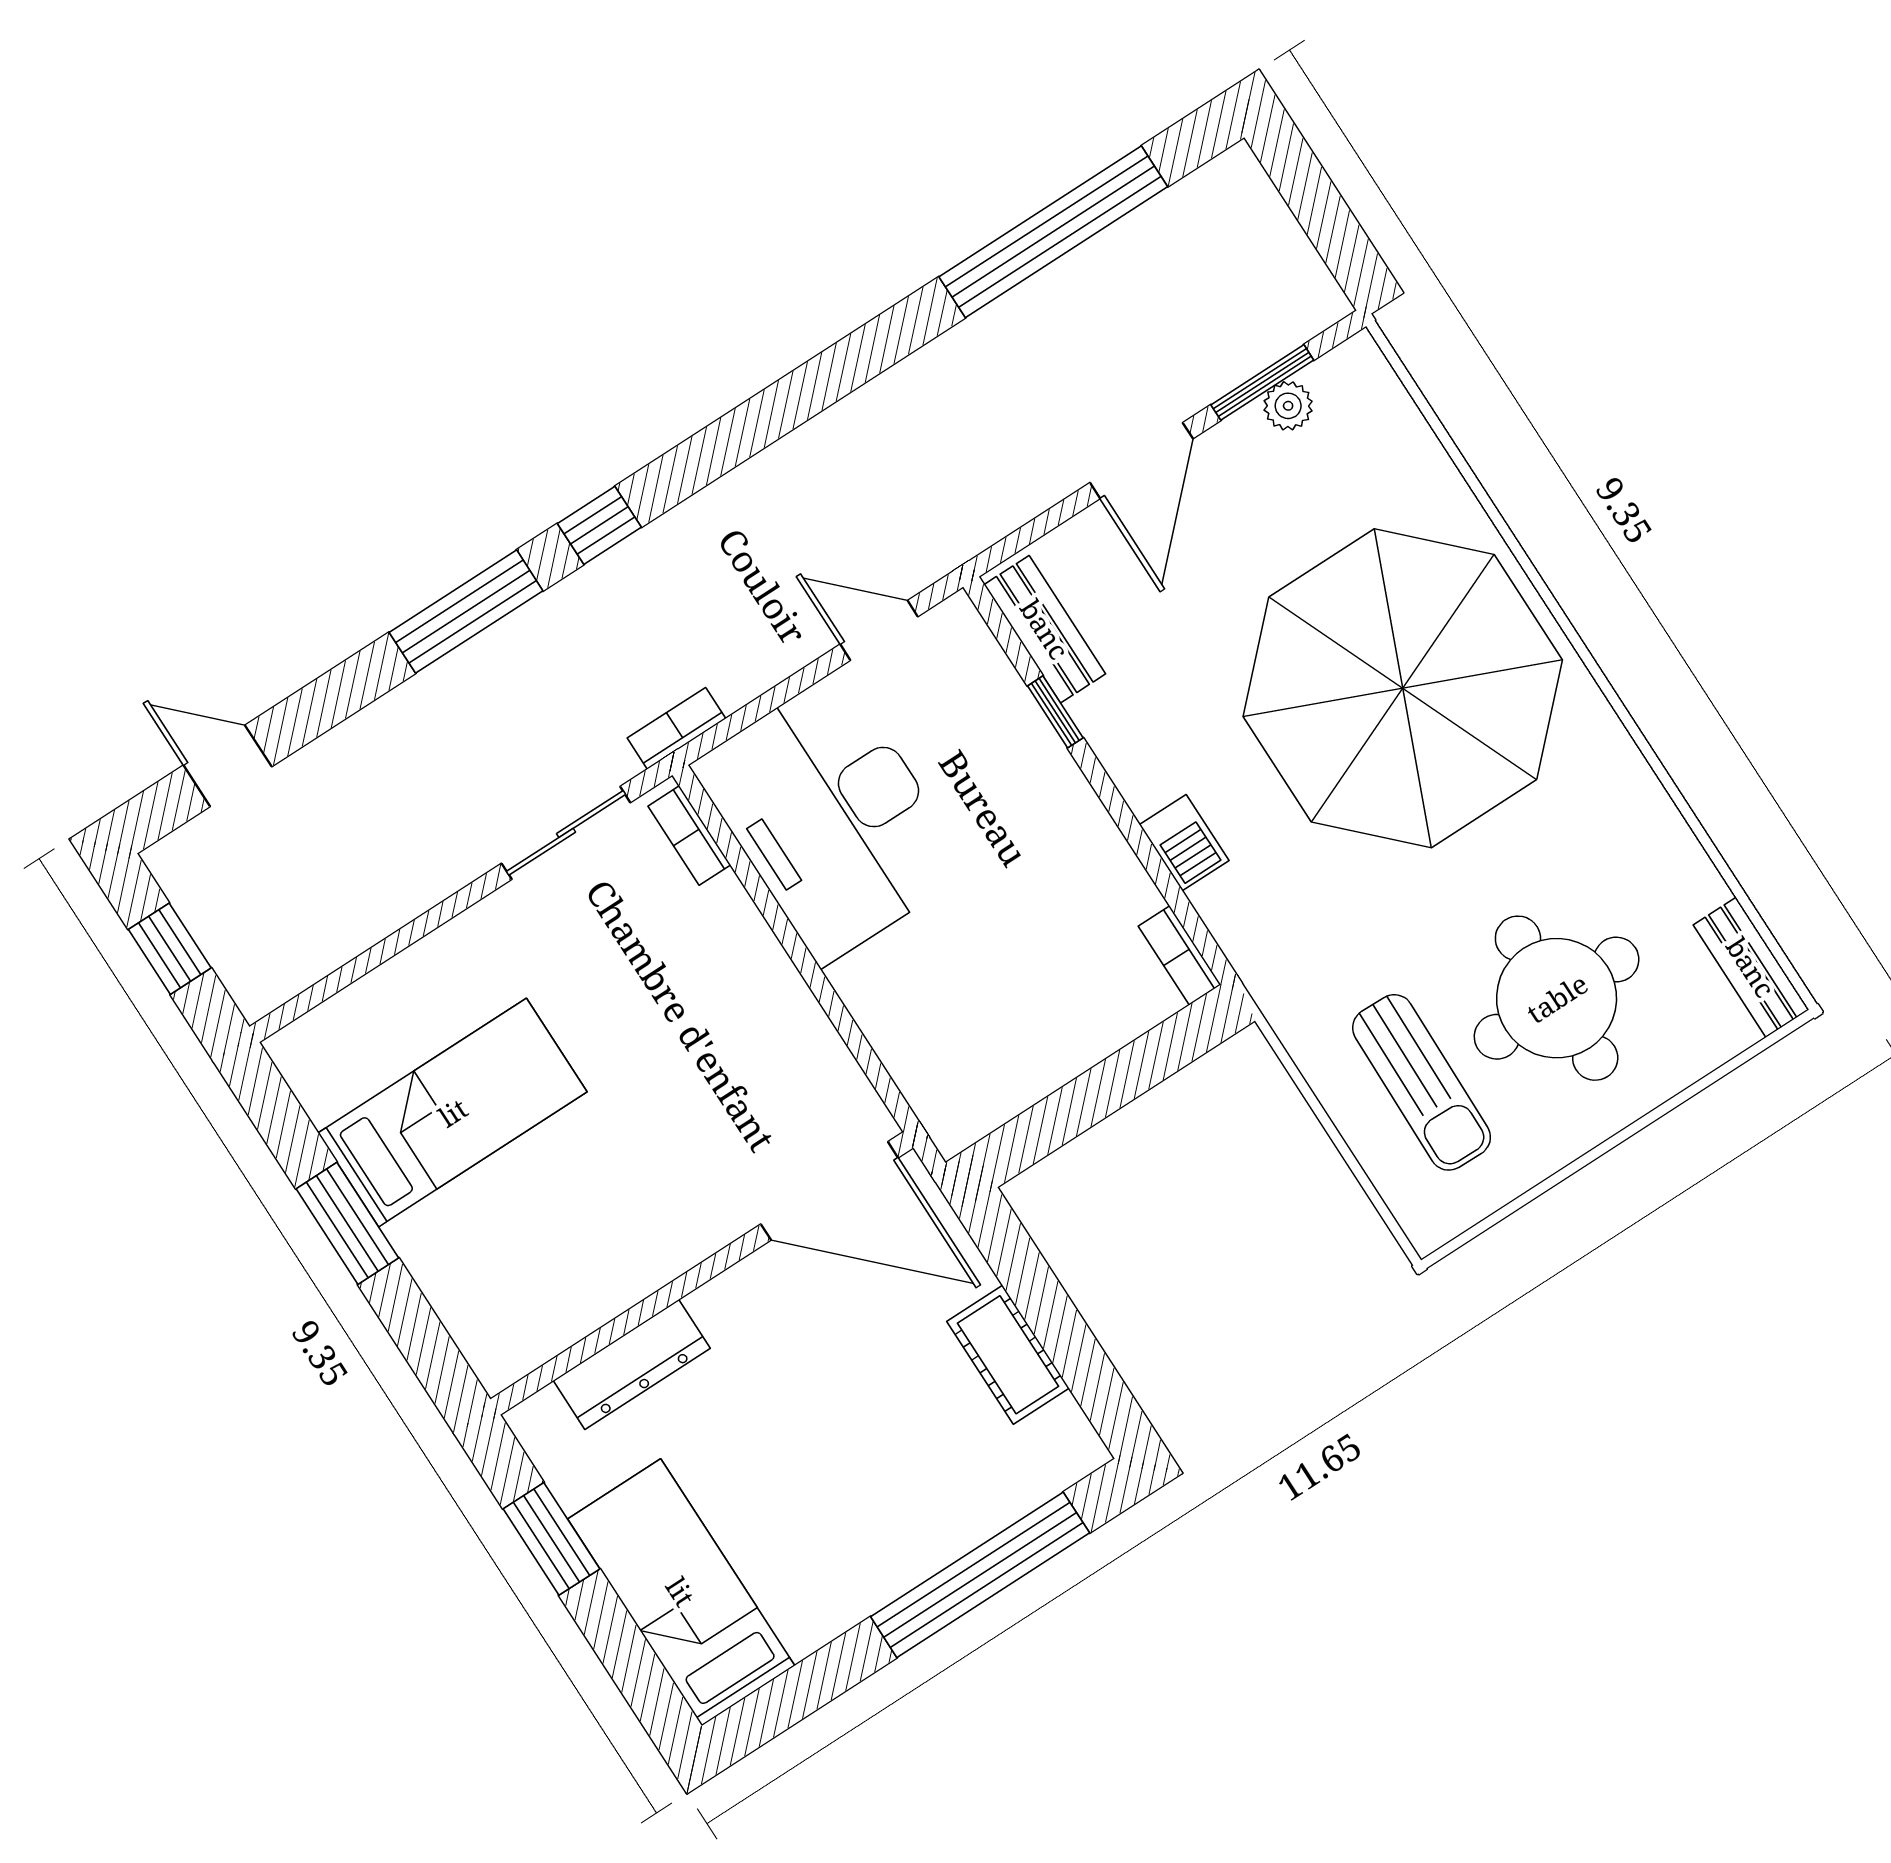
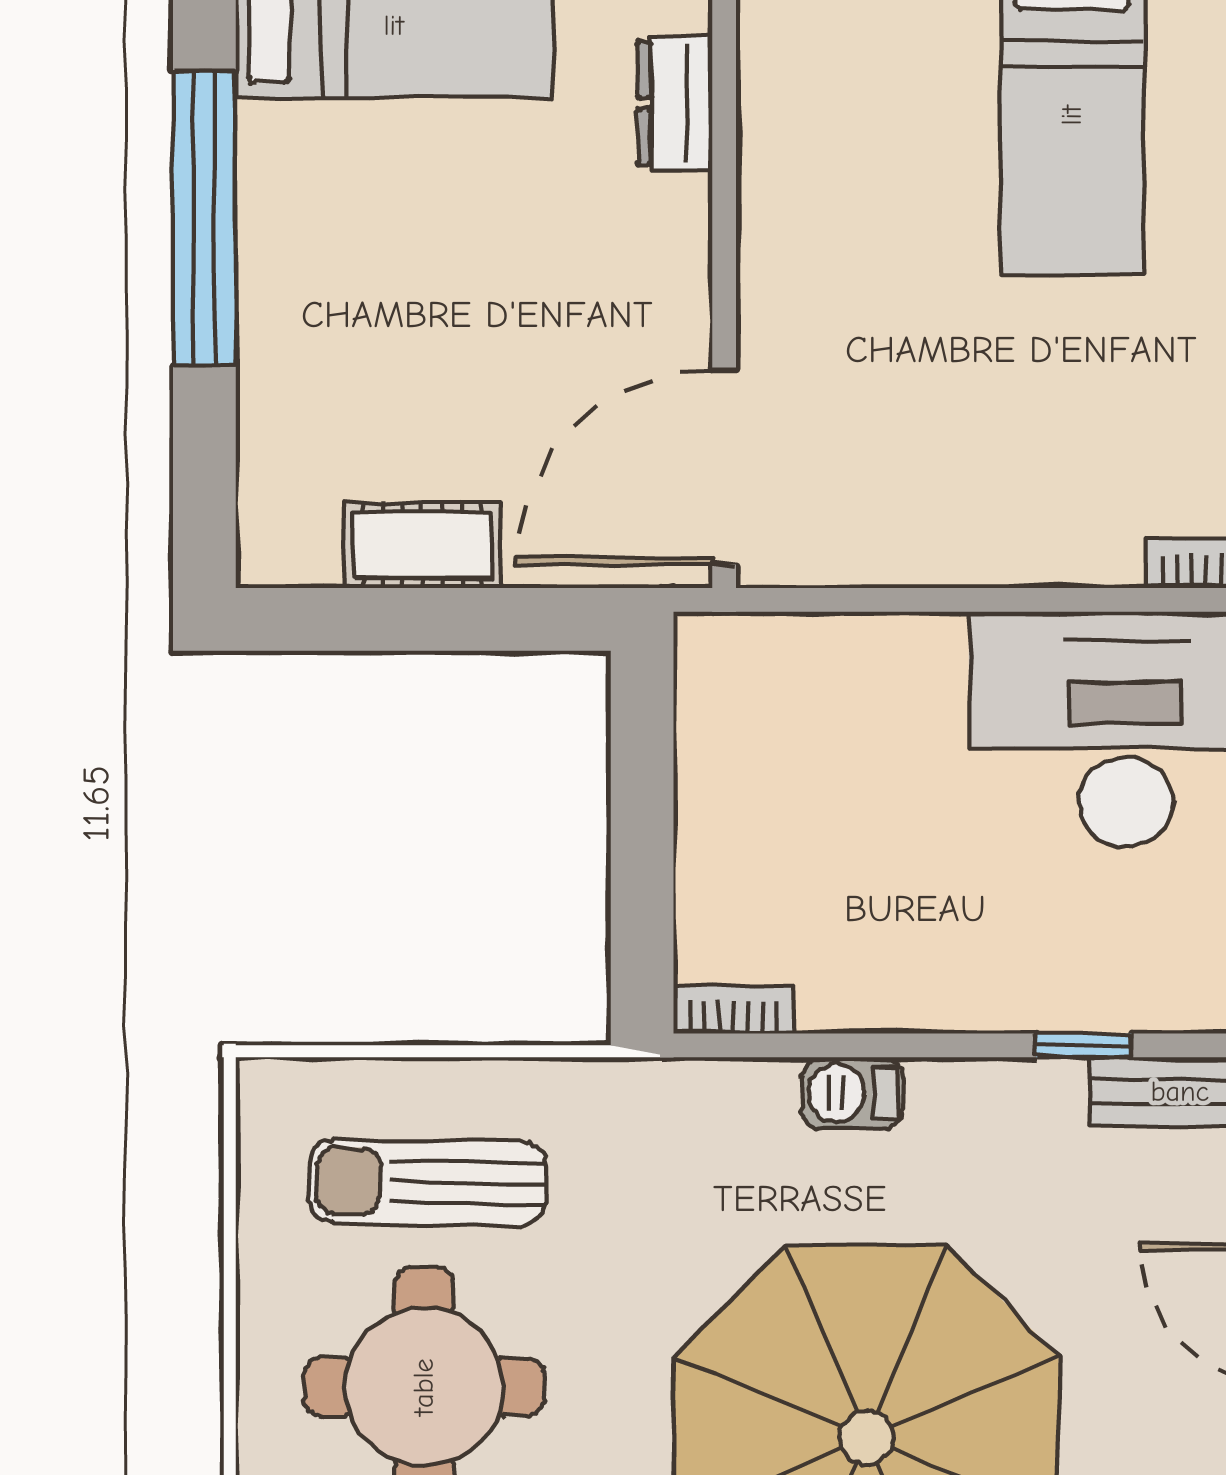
dresser: (632, 1364) -> (675, 103), width x0.70
window: (980, 1575) -> (204, 218), moved

